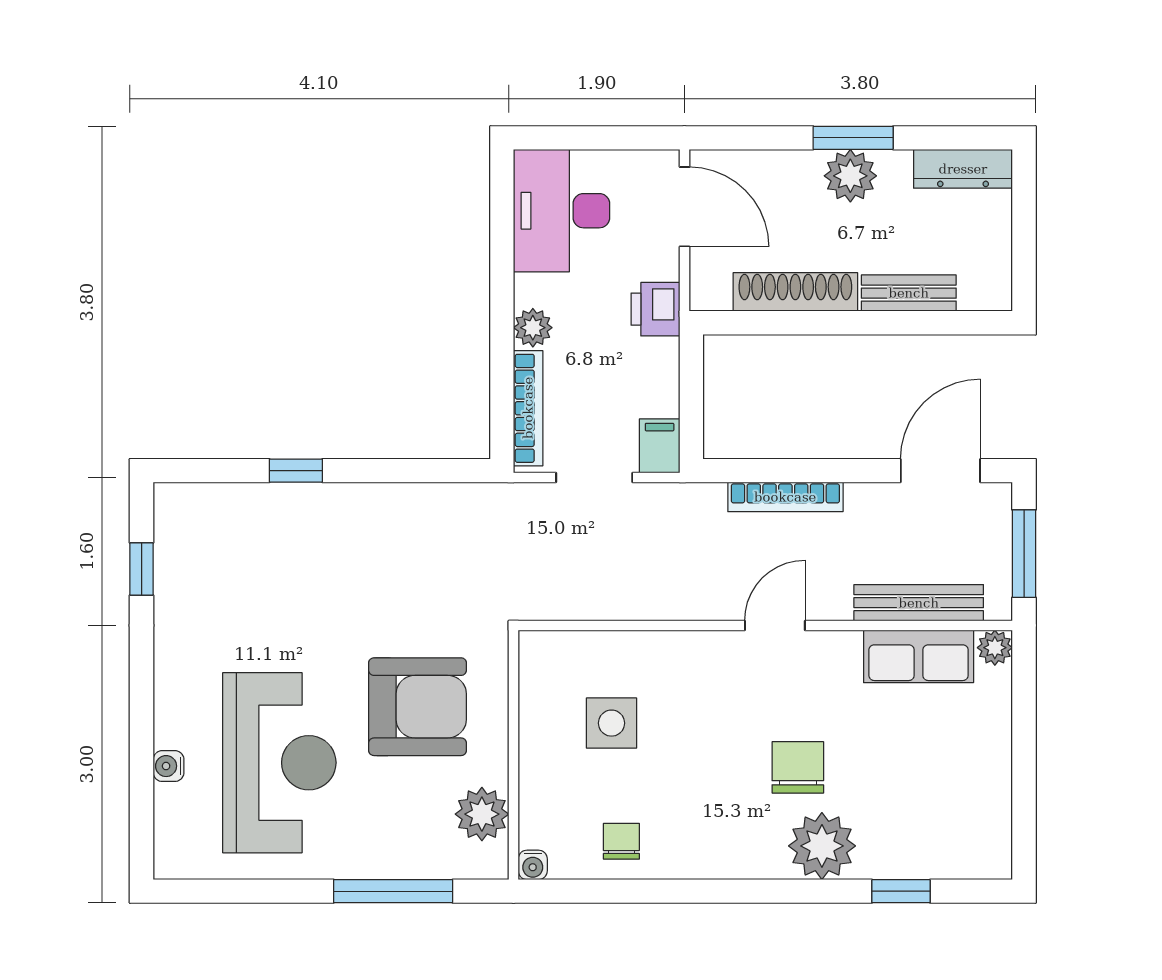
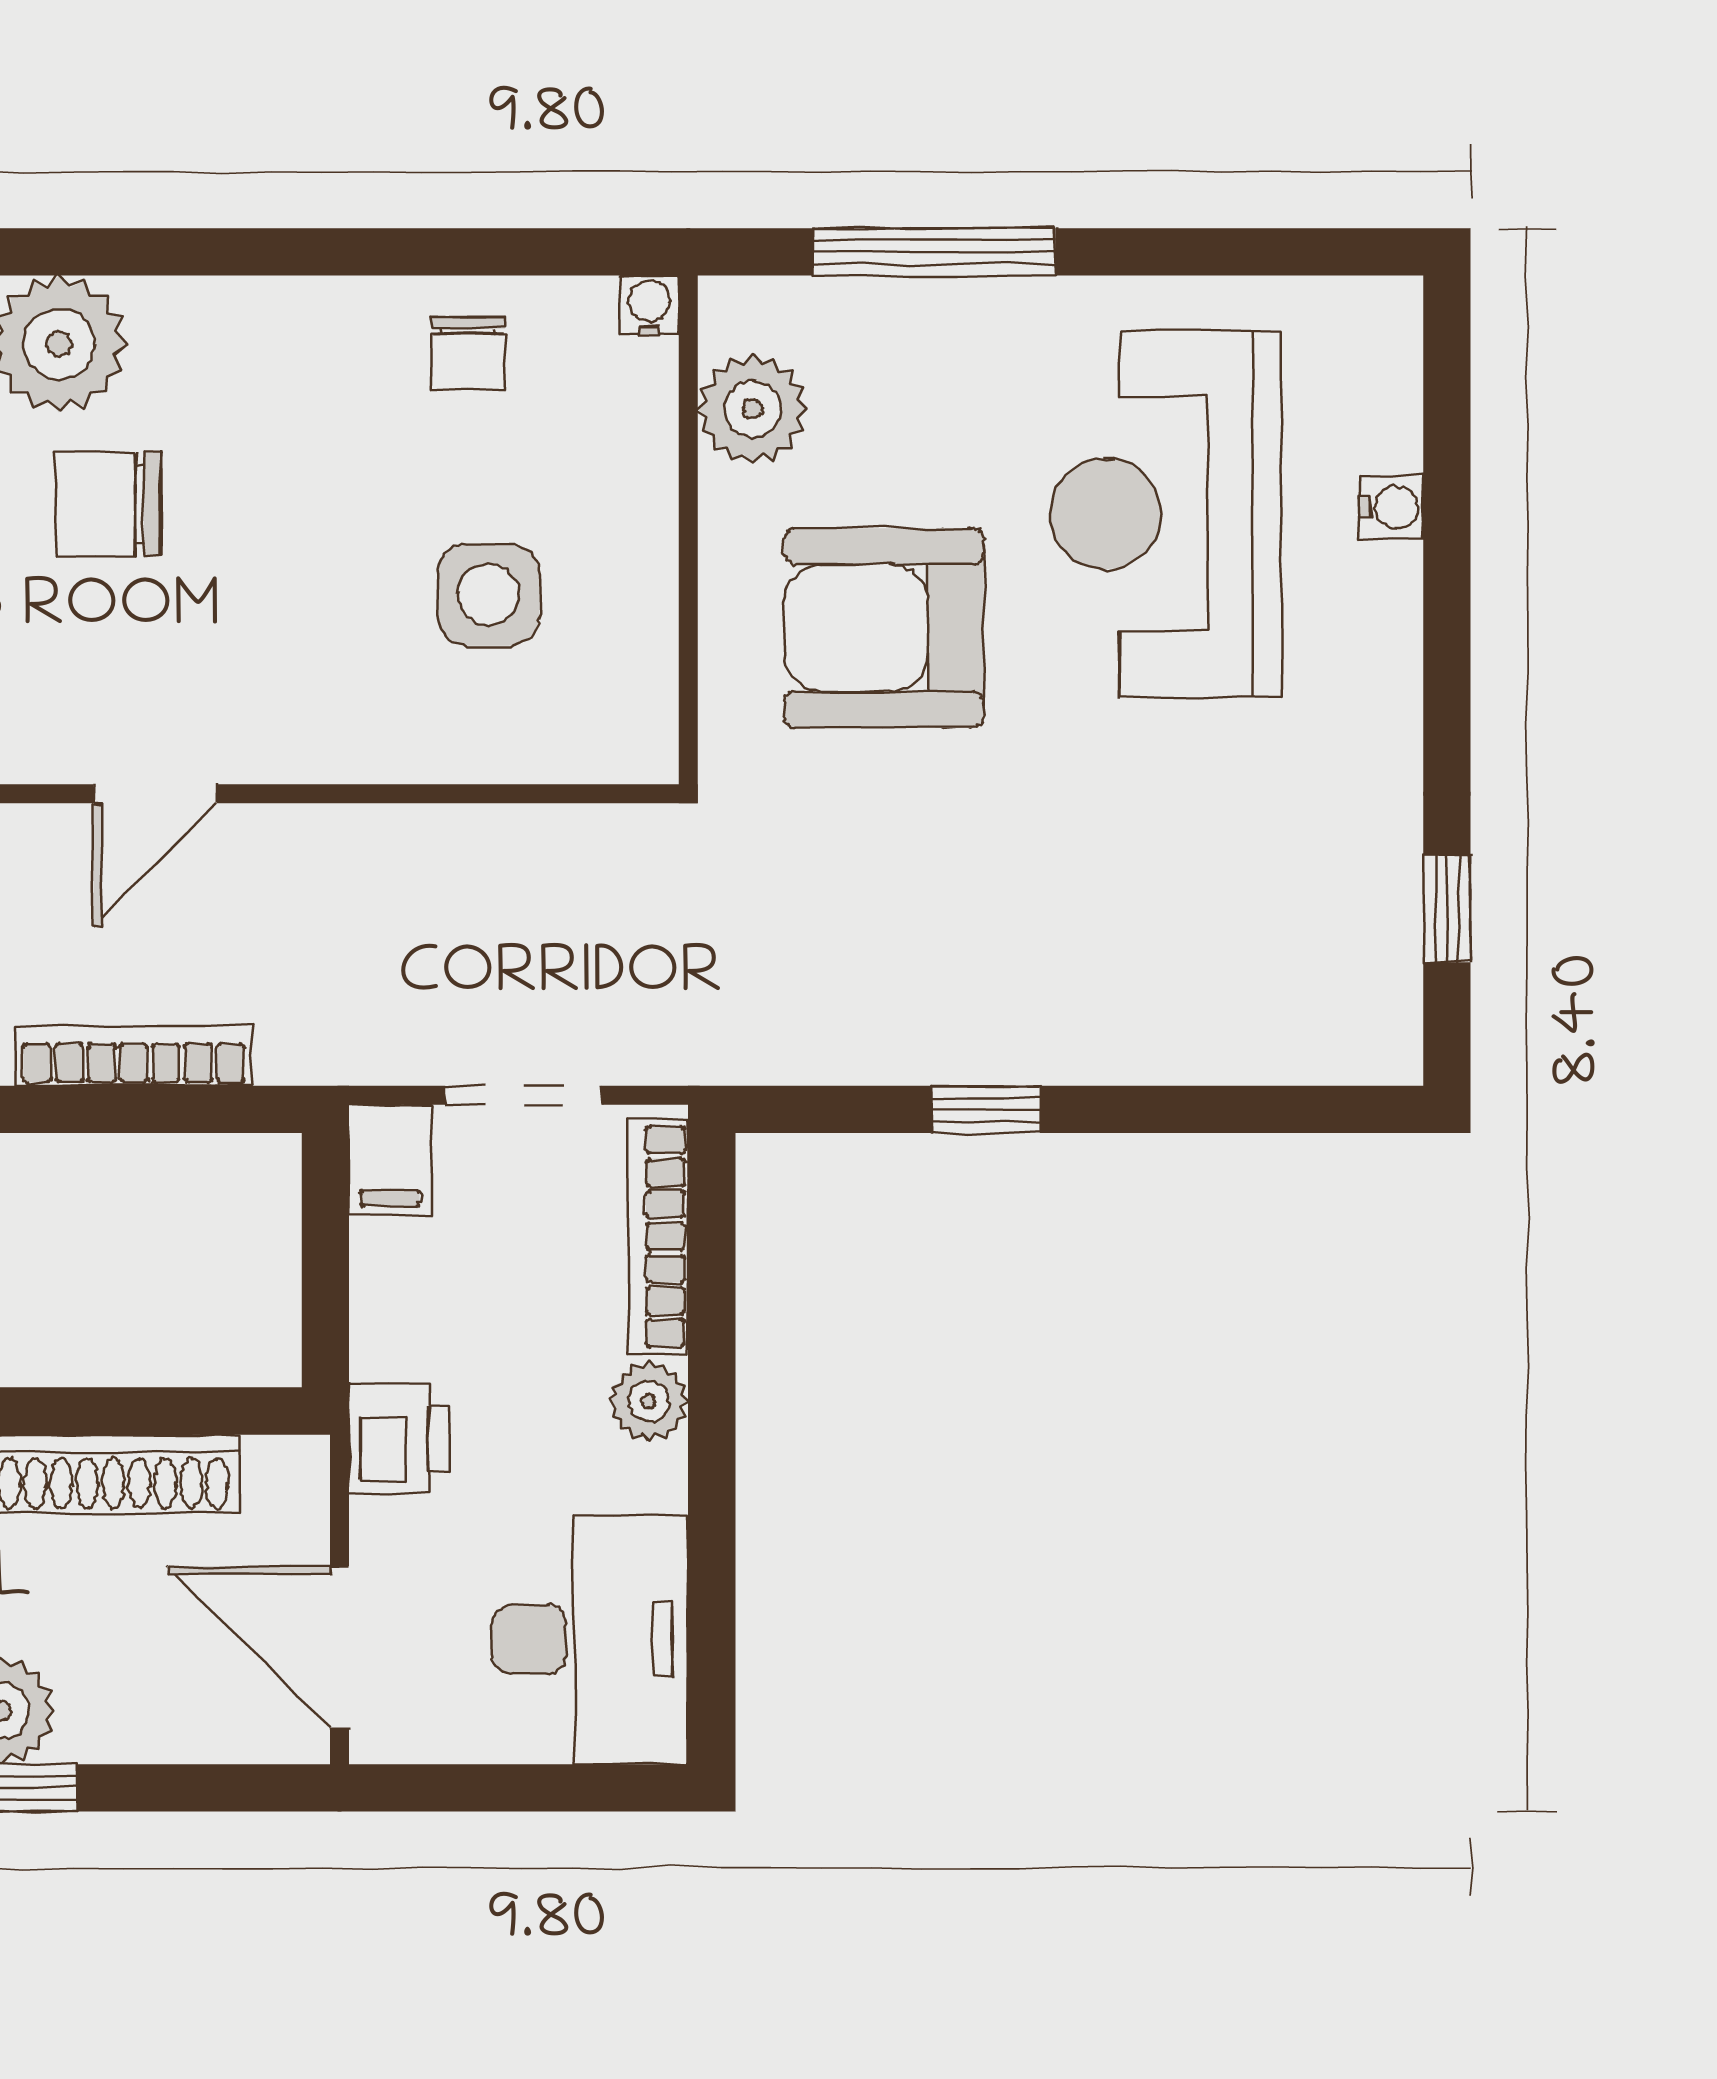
window: (296, 471) -> (986, 1109), moved
chair: (798, 767) -> (108, 504), turned 90

